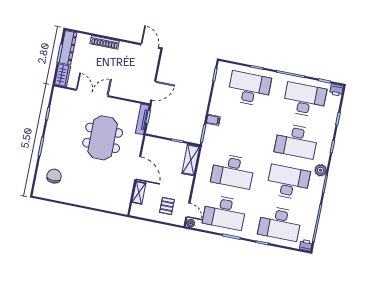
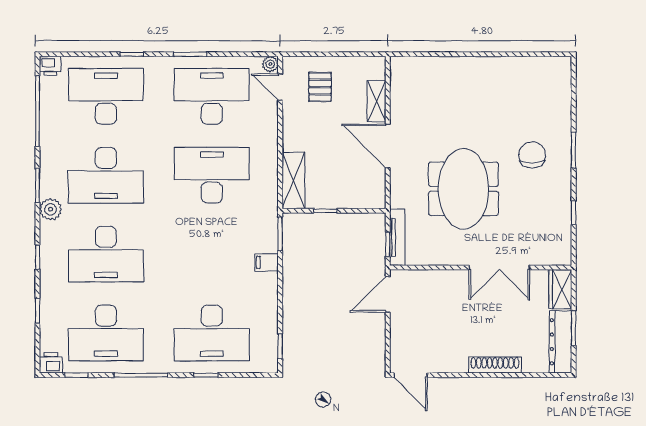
desk: (296, 141) -> (106, 254), turned 180
chair: (54, 176) -> (532, 155), moved, turned 180

